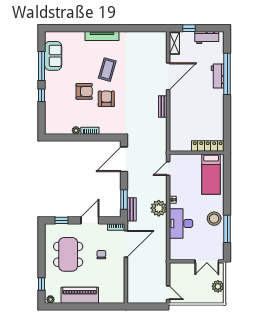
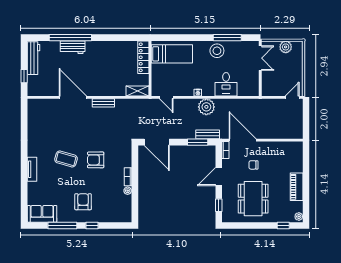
tv unit: (102, 36) -> (32, 169), width x0.71
workbench: (207, 37) -> (34, 58), width x1.37
shelving: (174, 43) -> (137, 91), moved
sofa: (53, 56) -> (42, 214), moved
armchair: (84, 91) -> (83, 202), moved
door: (90, 220) -> (219, 177), hinge flipped
desk: (181, 224) -> (226, 84), width x0.73
dining table: (68, 254) -> (253, 199), turned 90
piano: (80, 295) -> (297, 187), width x0.73, depth x0.75

